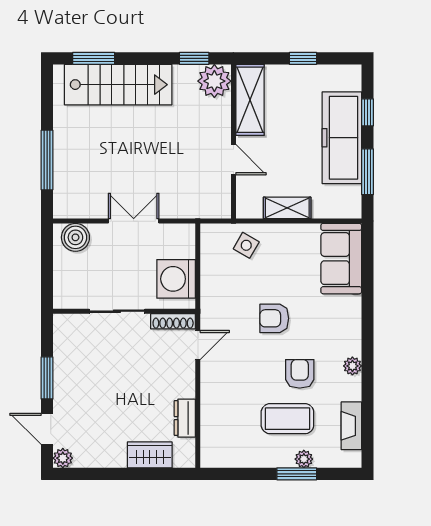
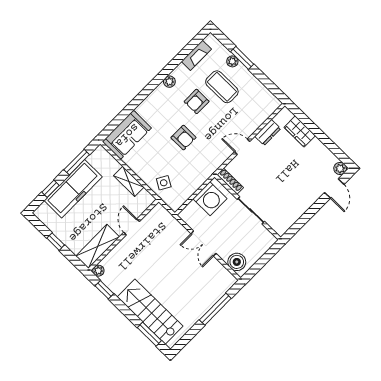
plant: (214, 81) -> (98, 271), width x0.53, depth x0.53
door: (198, 345) -> (242, 147), moved
window: (47, 378) -> (312, 211), removed

